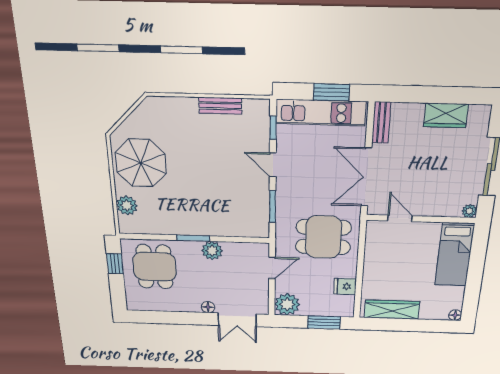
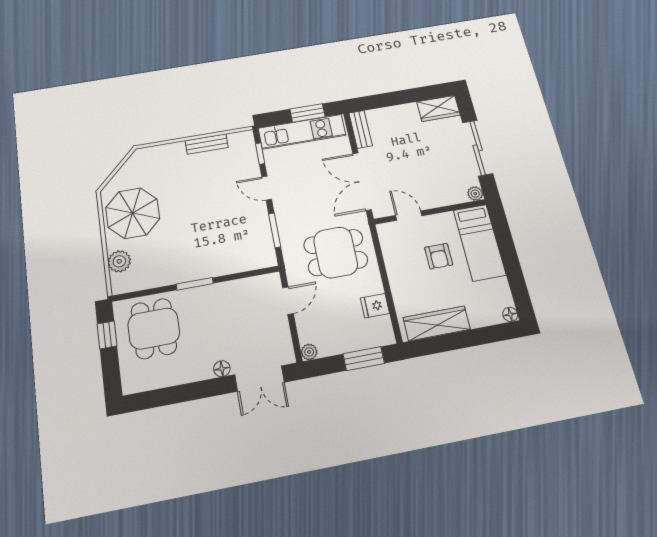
wardrobe: (446, 115) -> (438, 108), moved
plant: (212, 251) -> (217, 294), removed
armchair: (414, 259) -> (439, 256), added
plant: (287, 304) -> (309, 352), width x0.53, depth x0.53

